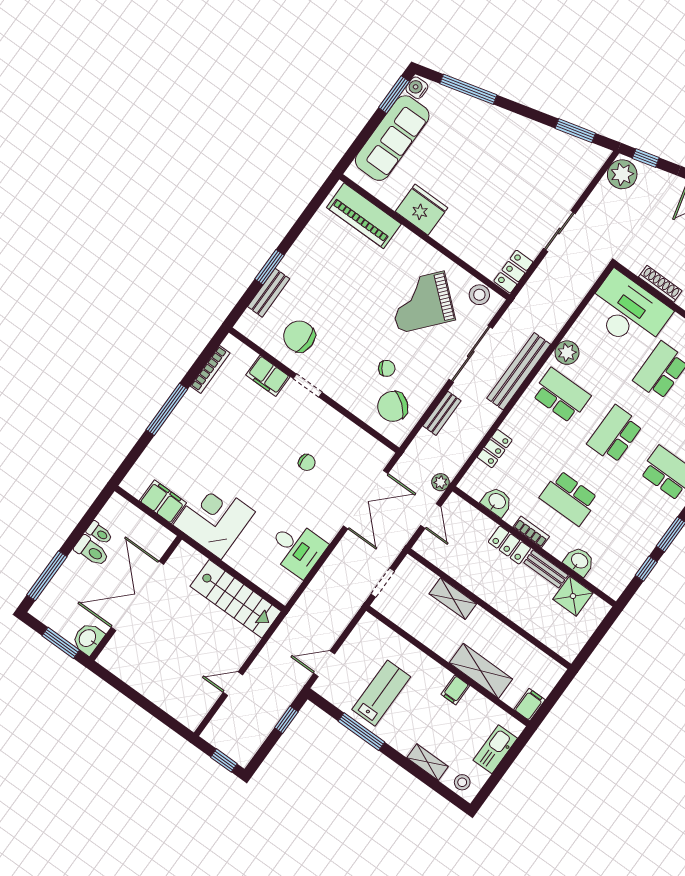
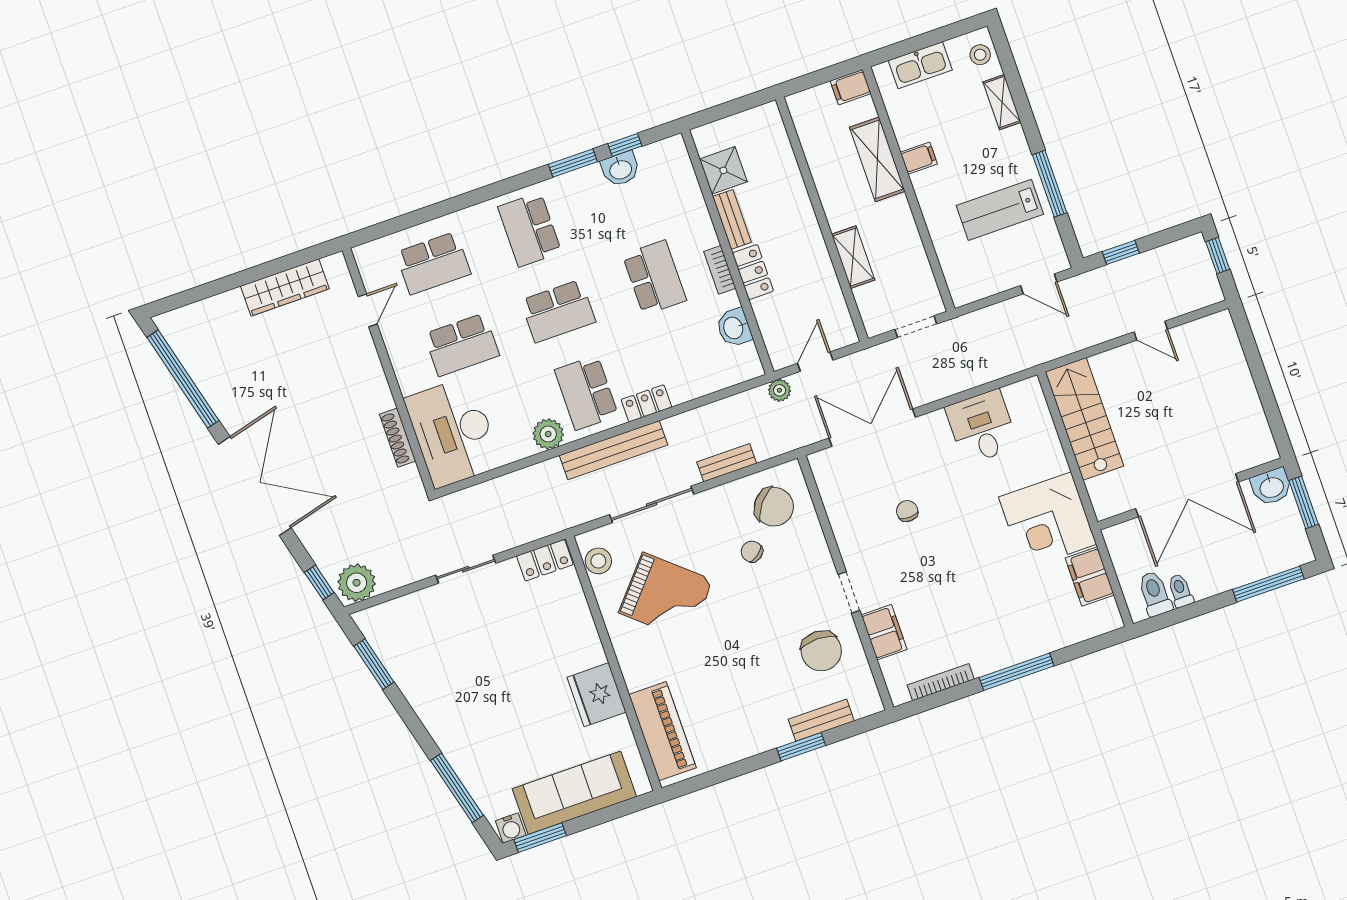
locker: (495, 449) -> (646, 403), moved
toilet: (92, 551) -> (1155, 594), moved
washbasin: (579, 561) -> (620, 169), moved, turned -90

